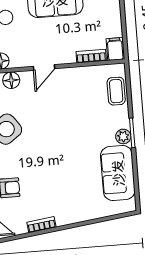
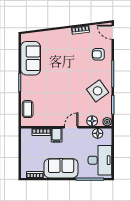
filing cabinet: (115, 49) -> (57, 135), moved
plant: (123, 136) -> (25, 81), removed

